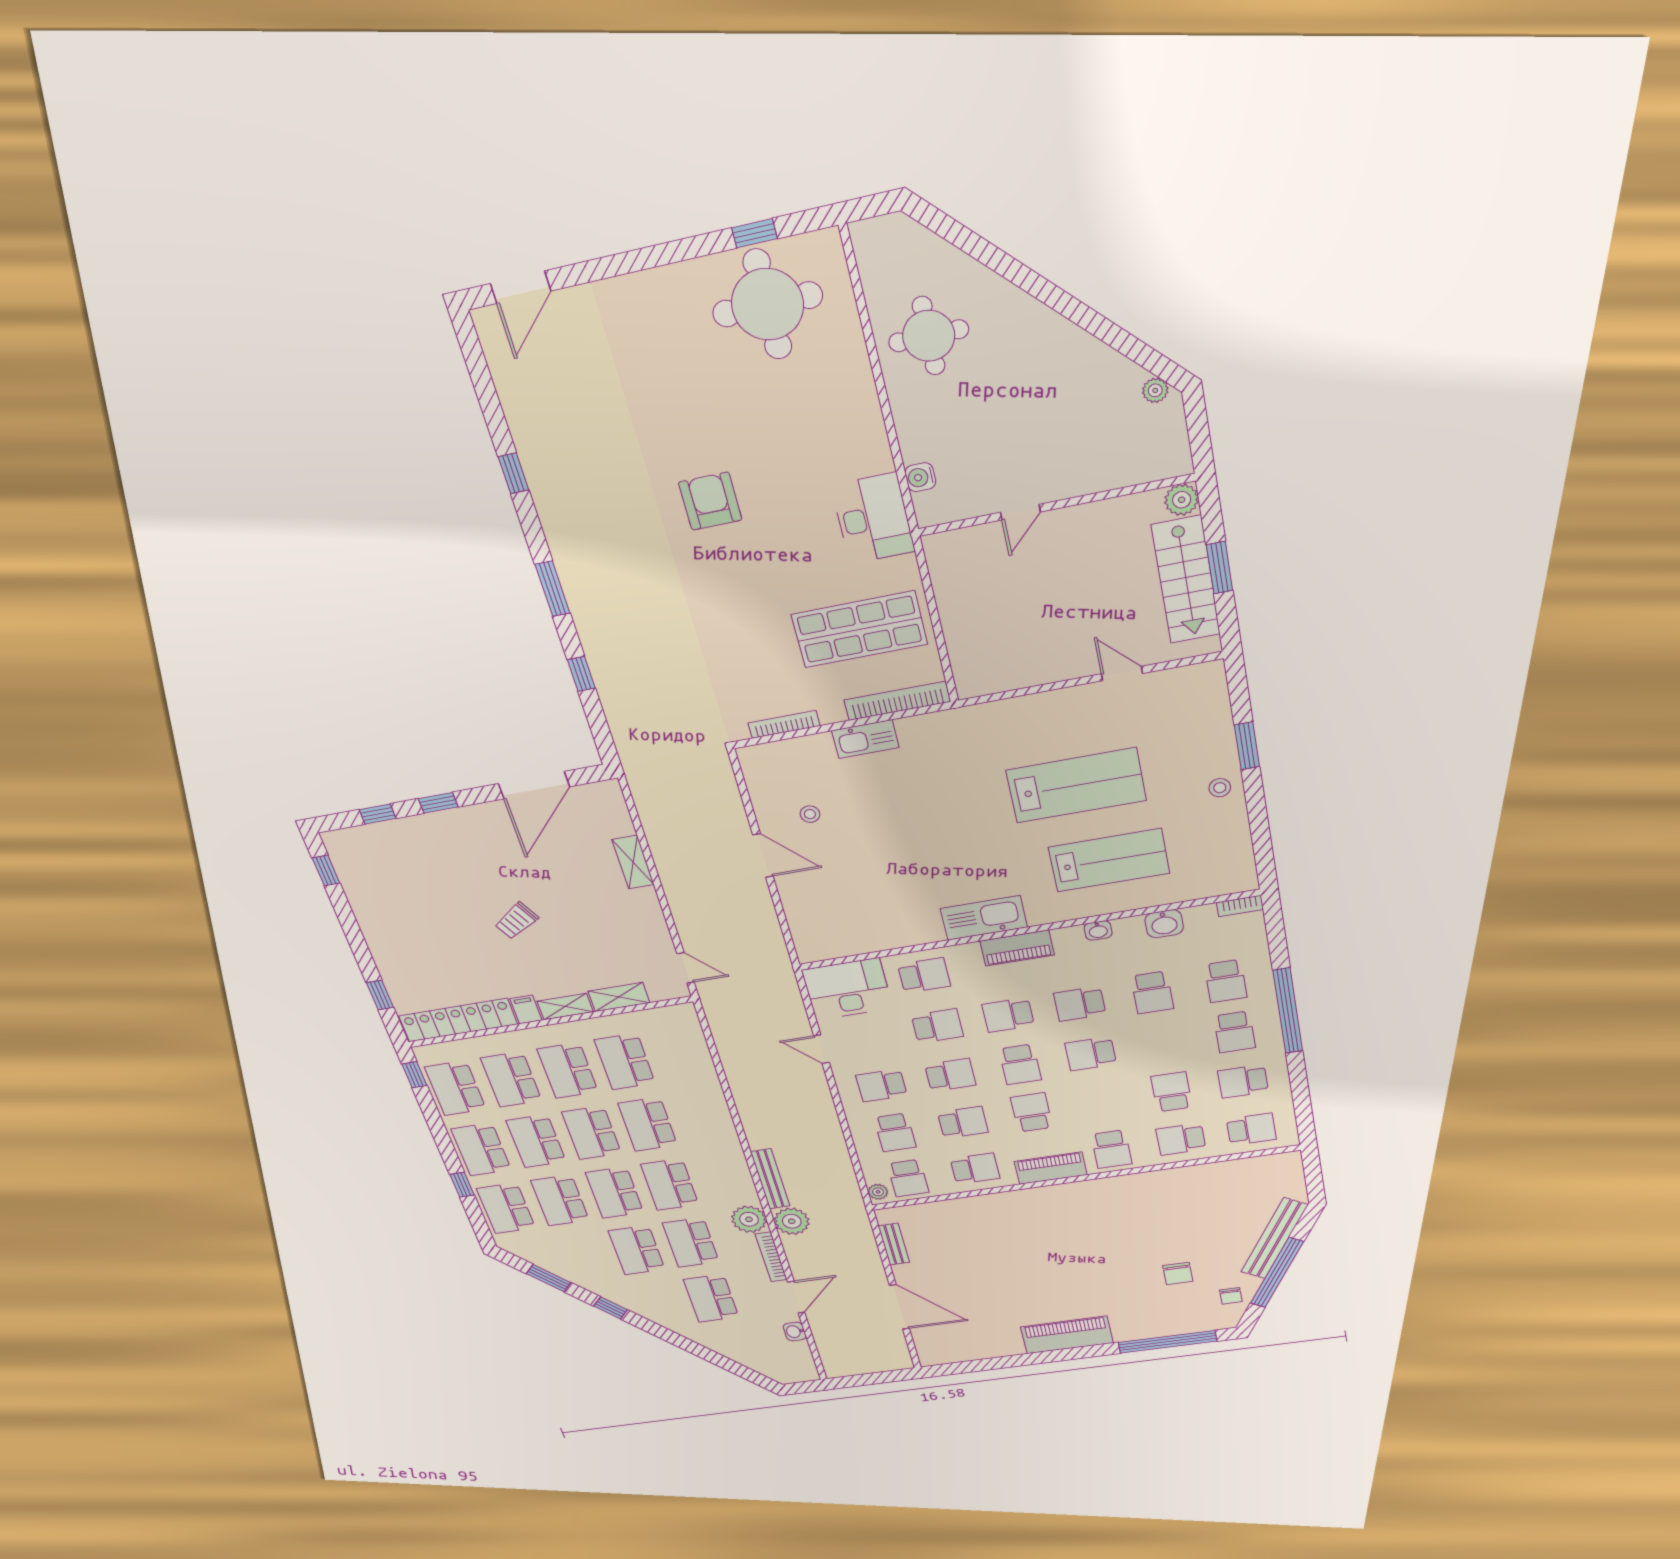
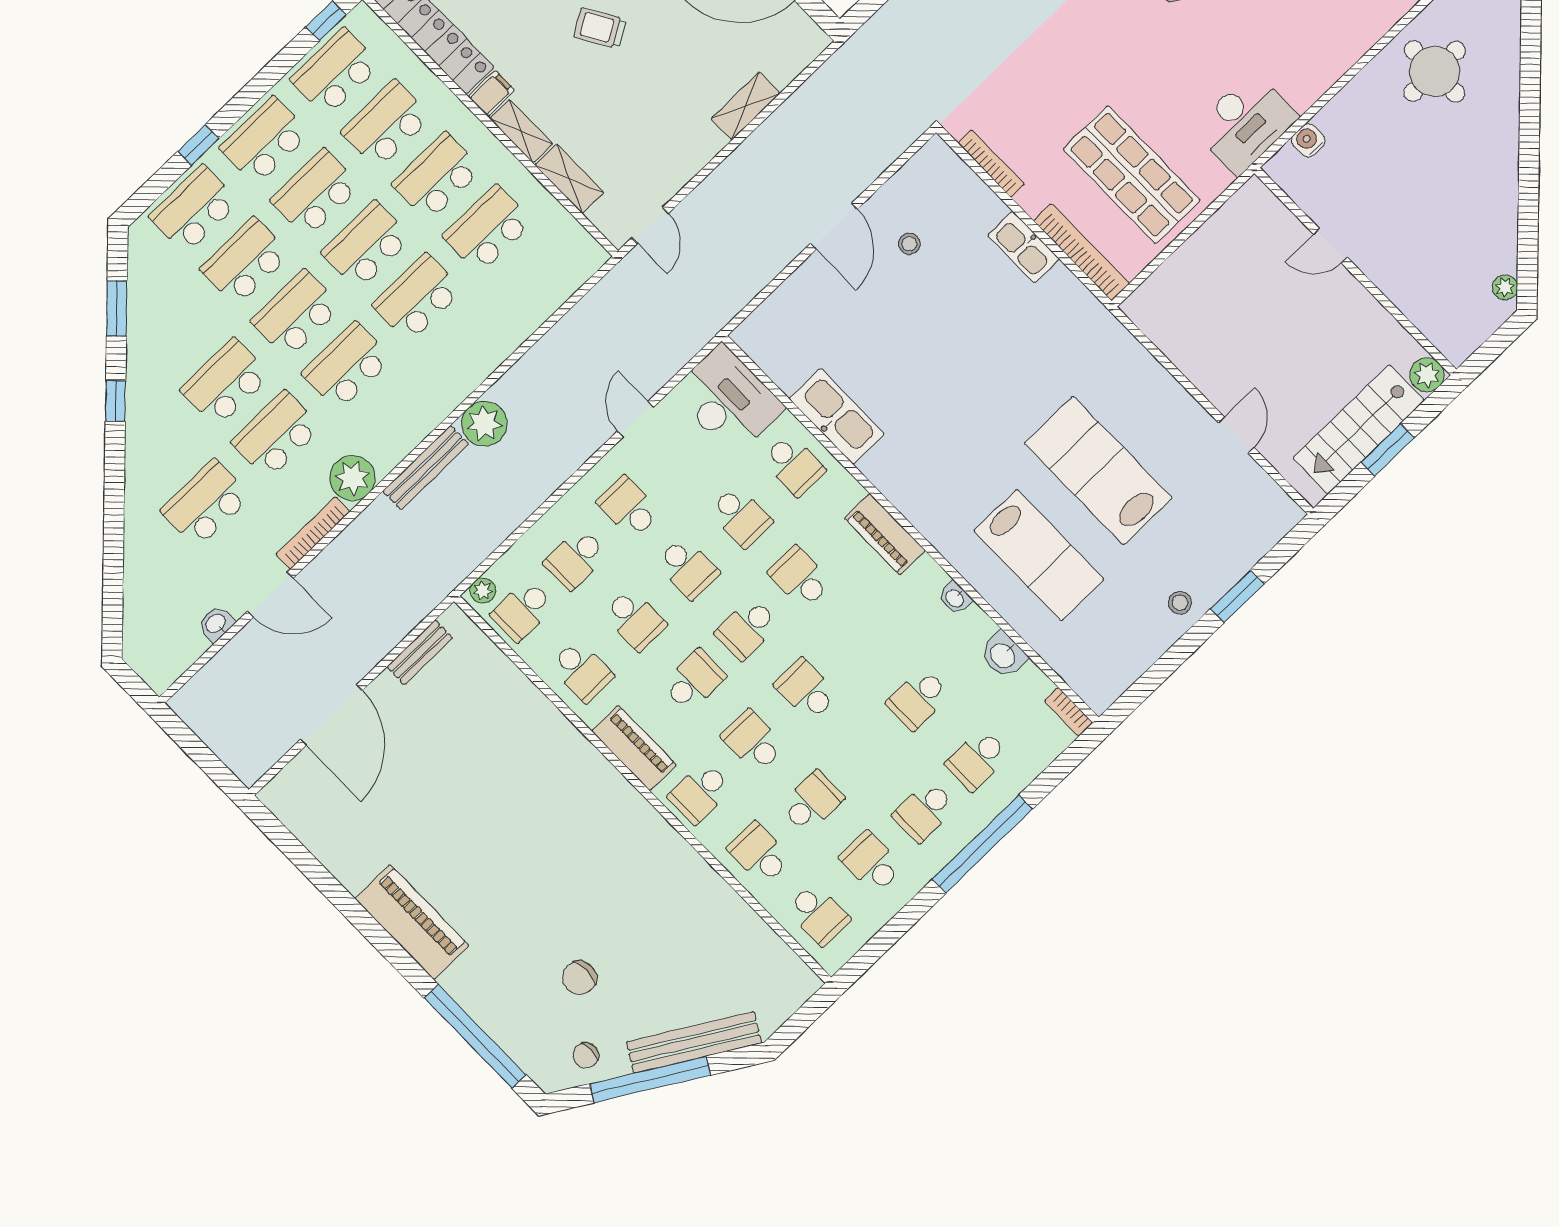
lab bench: (1076, 785) -> (1098, 471), turned 180
kitchen sink: (984, 918) -> (837, 416), moved
school desk: (1080, 1004) -> (753, 741), moved
plant: (792, 1221) -> (484, 424), moved

